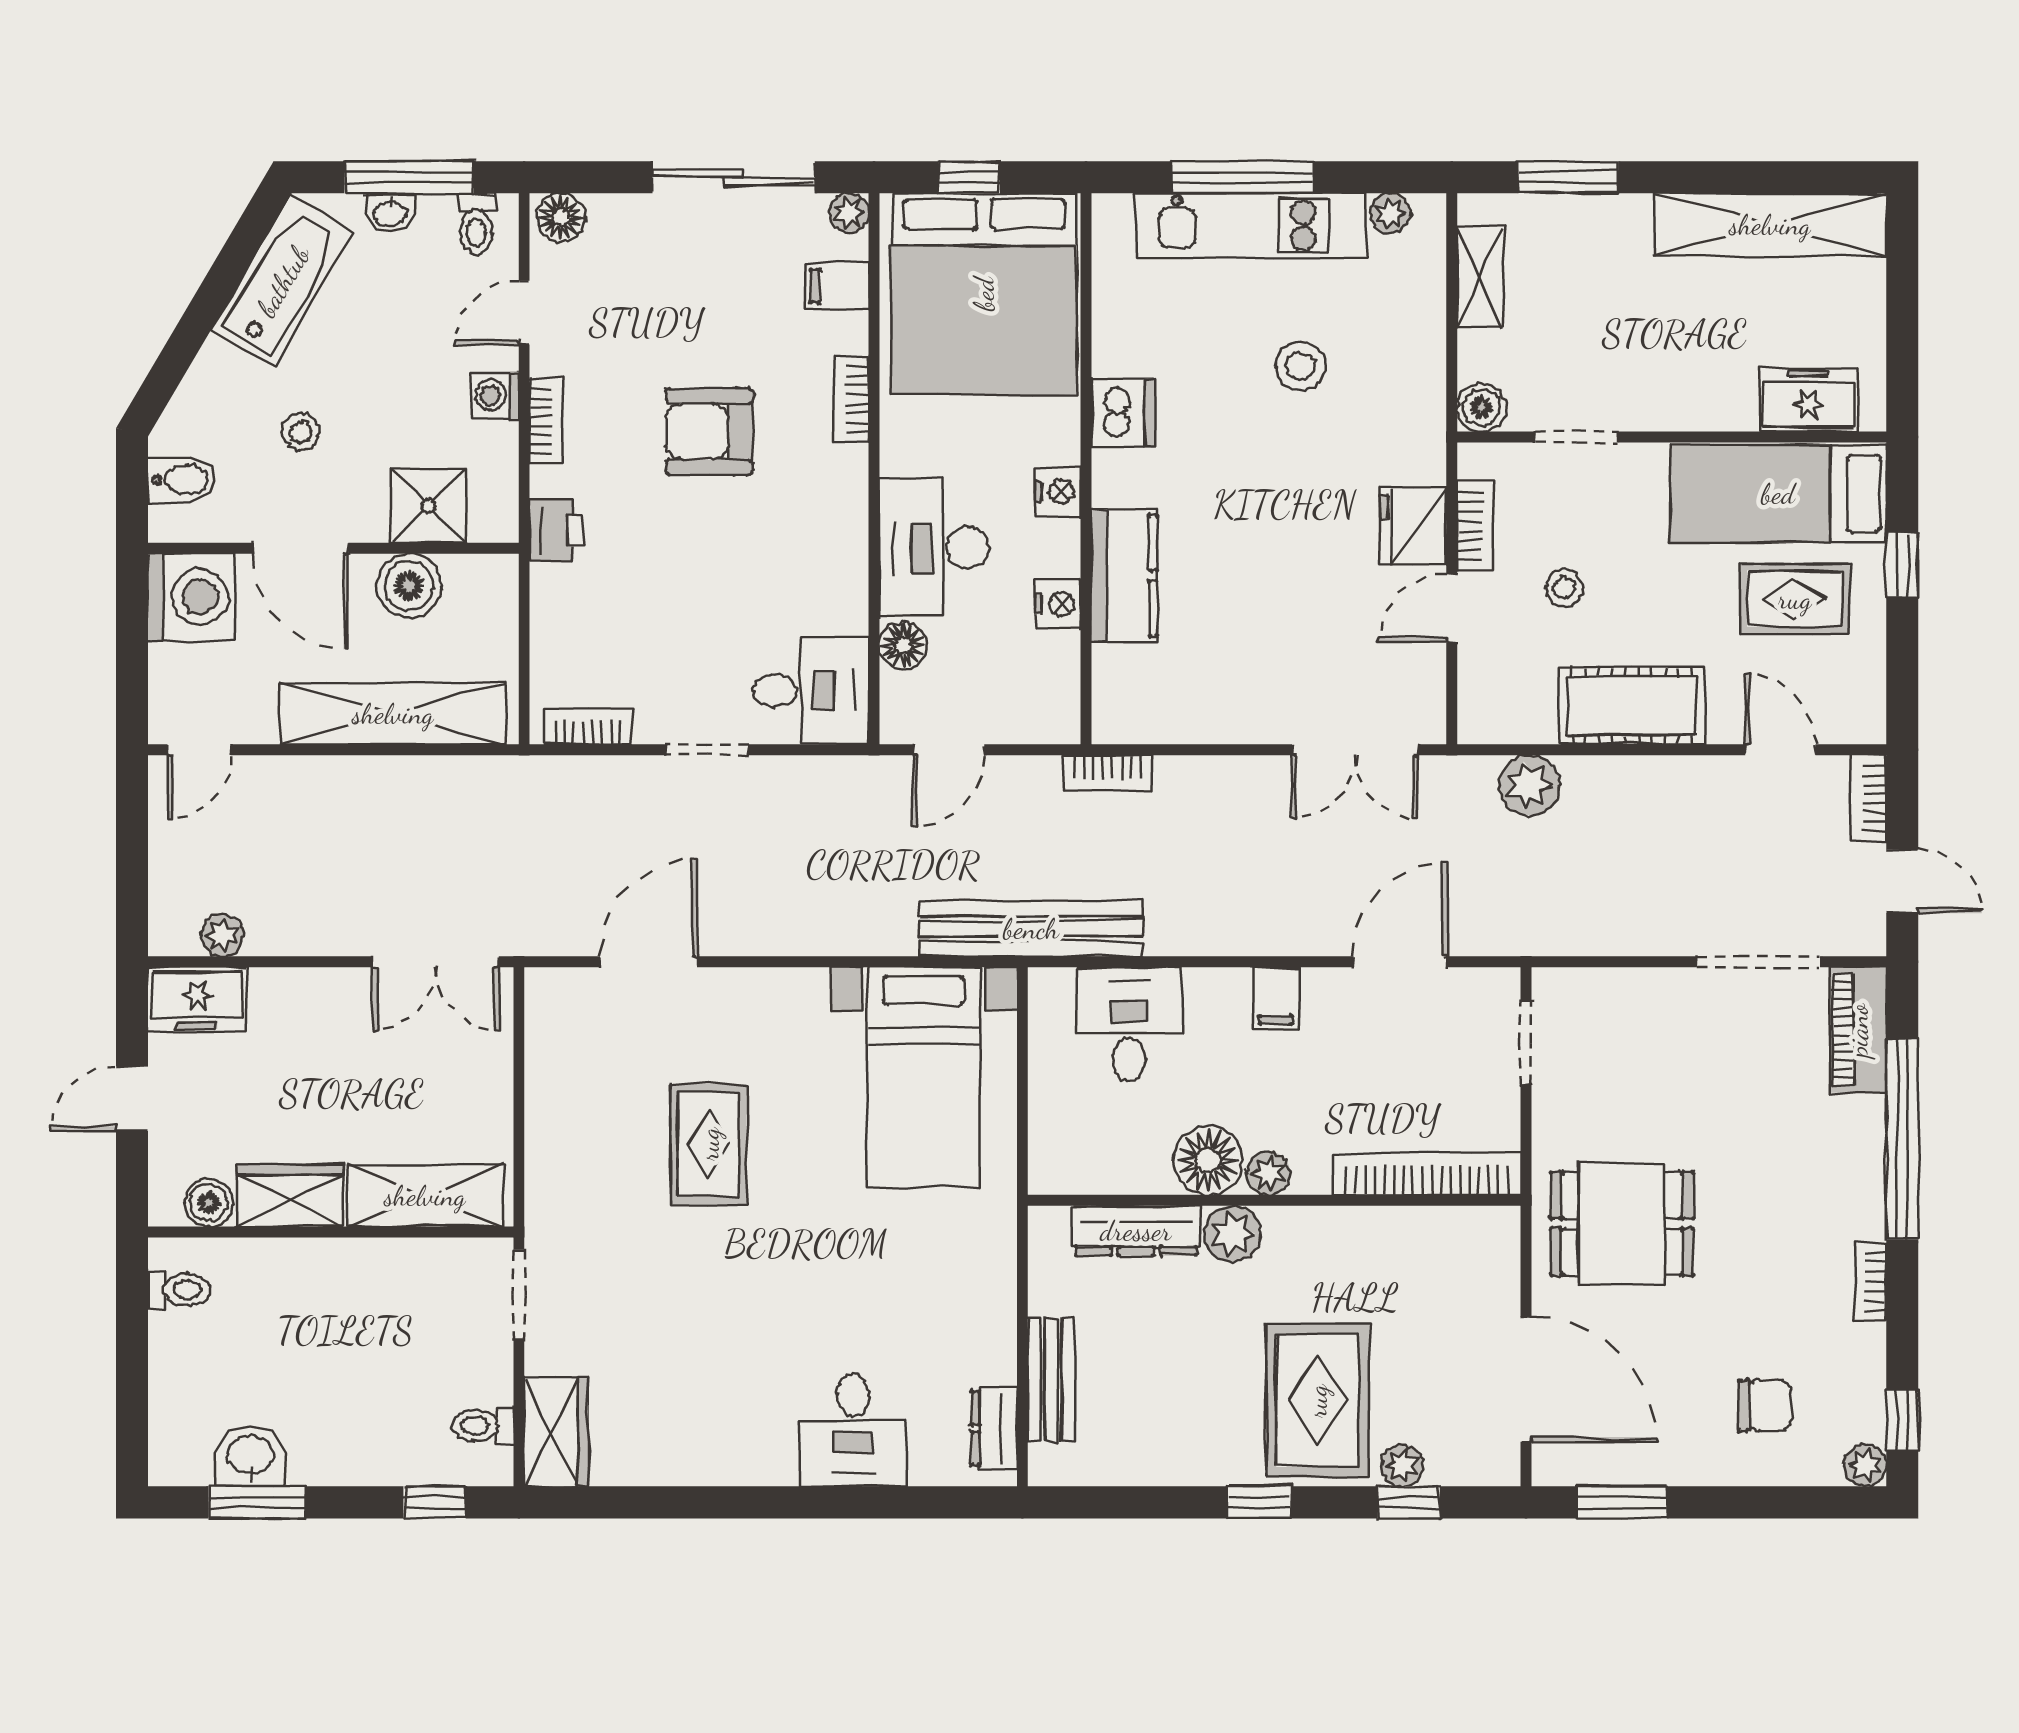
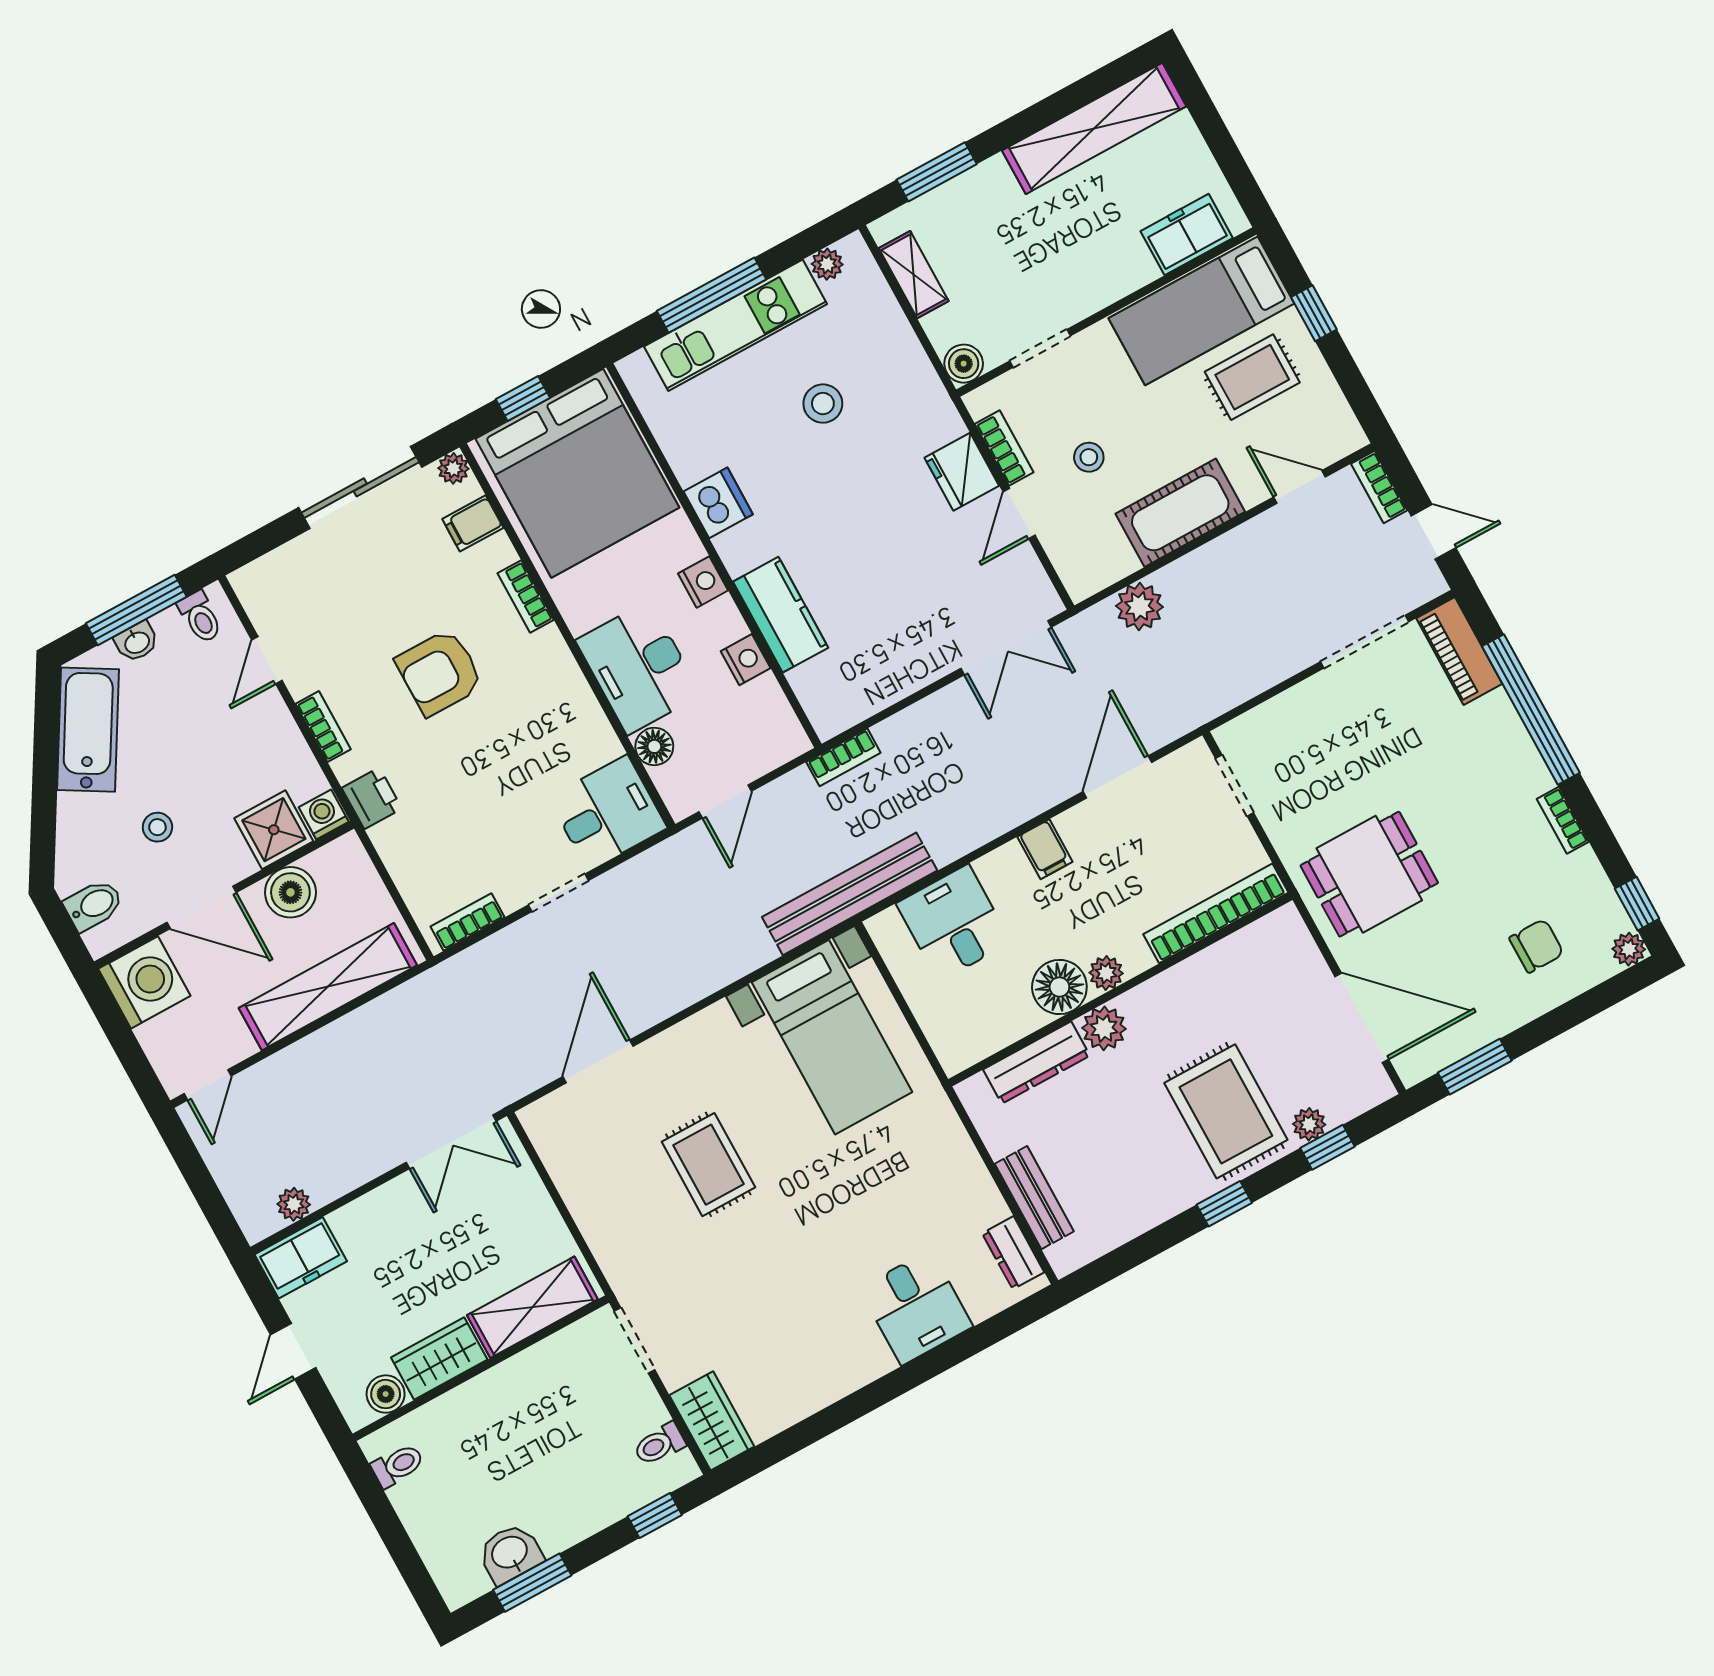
floor lamp: (561, 217) -> (256, 580), removed
washing machine: (495, 396) -> (324, 815), moved, turned 90

